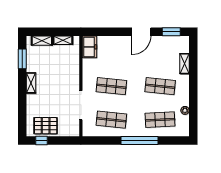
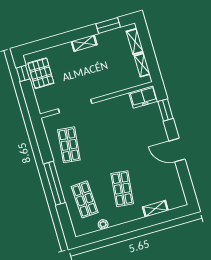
window: (171, 32) -> (165, 110), moved
shop shelf: (111, 86) -> (106, 134), removed

